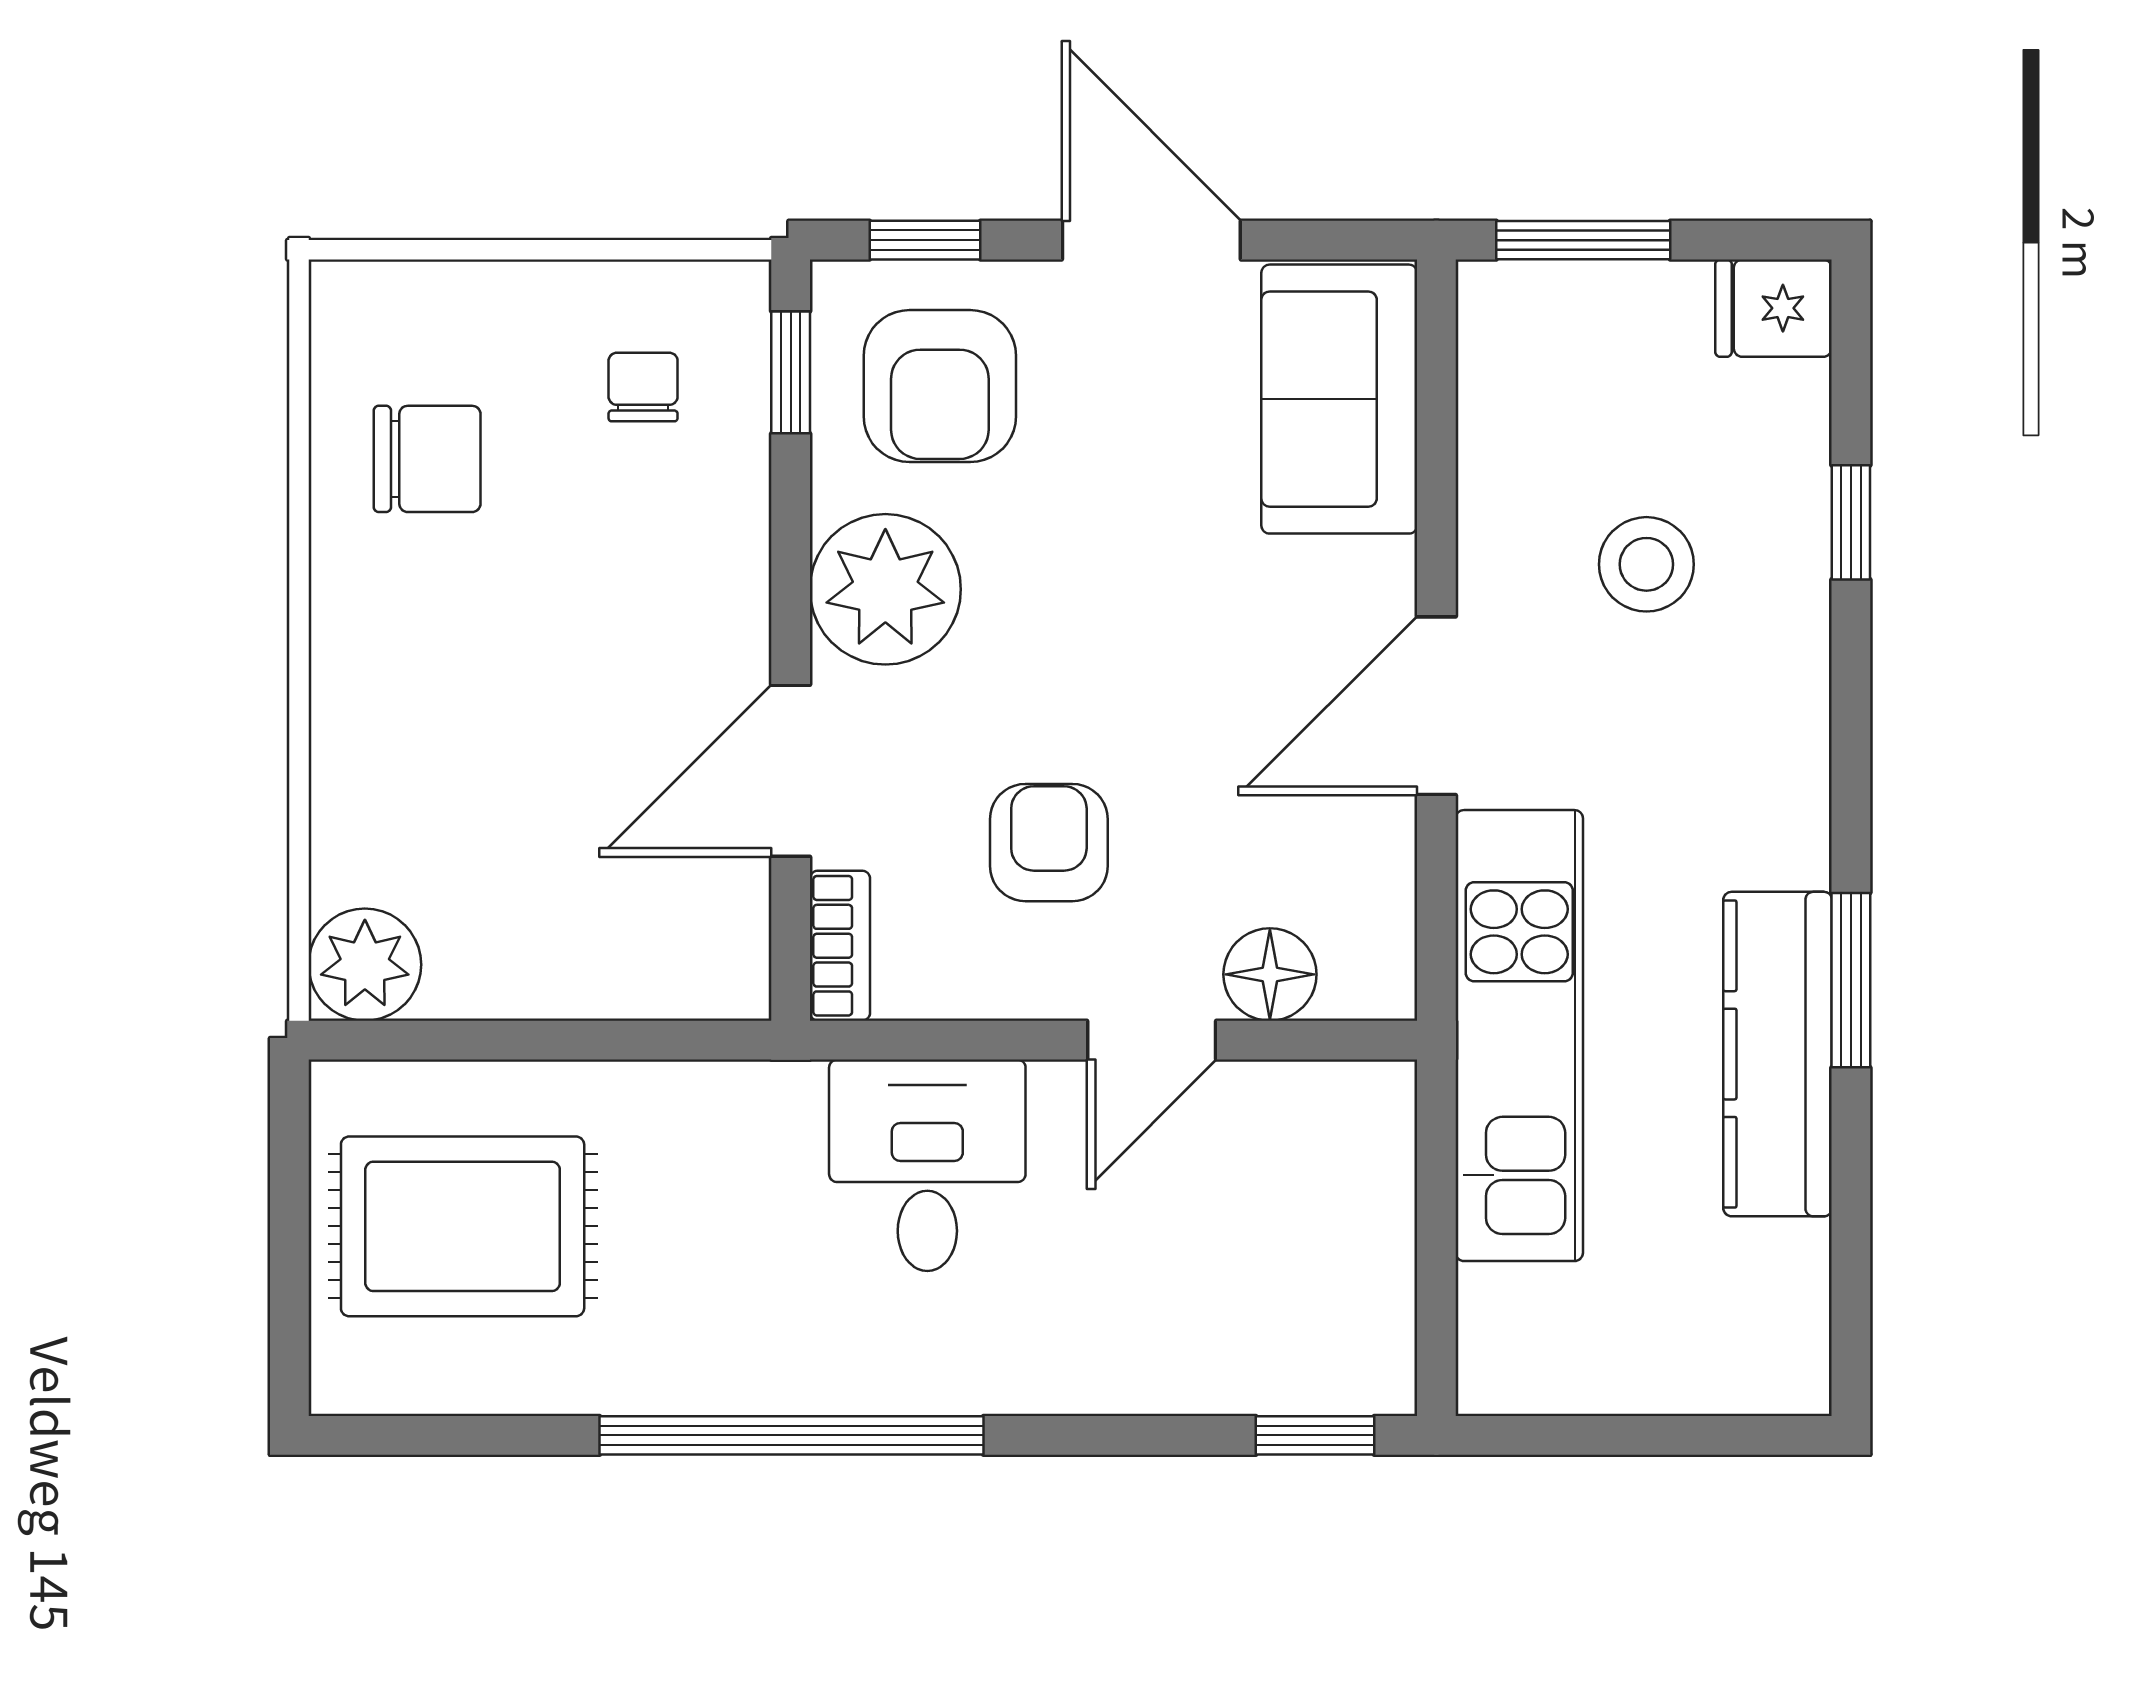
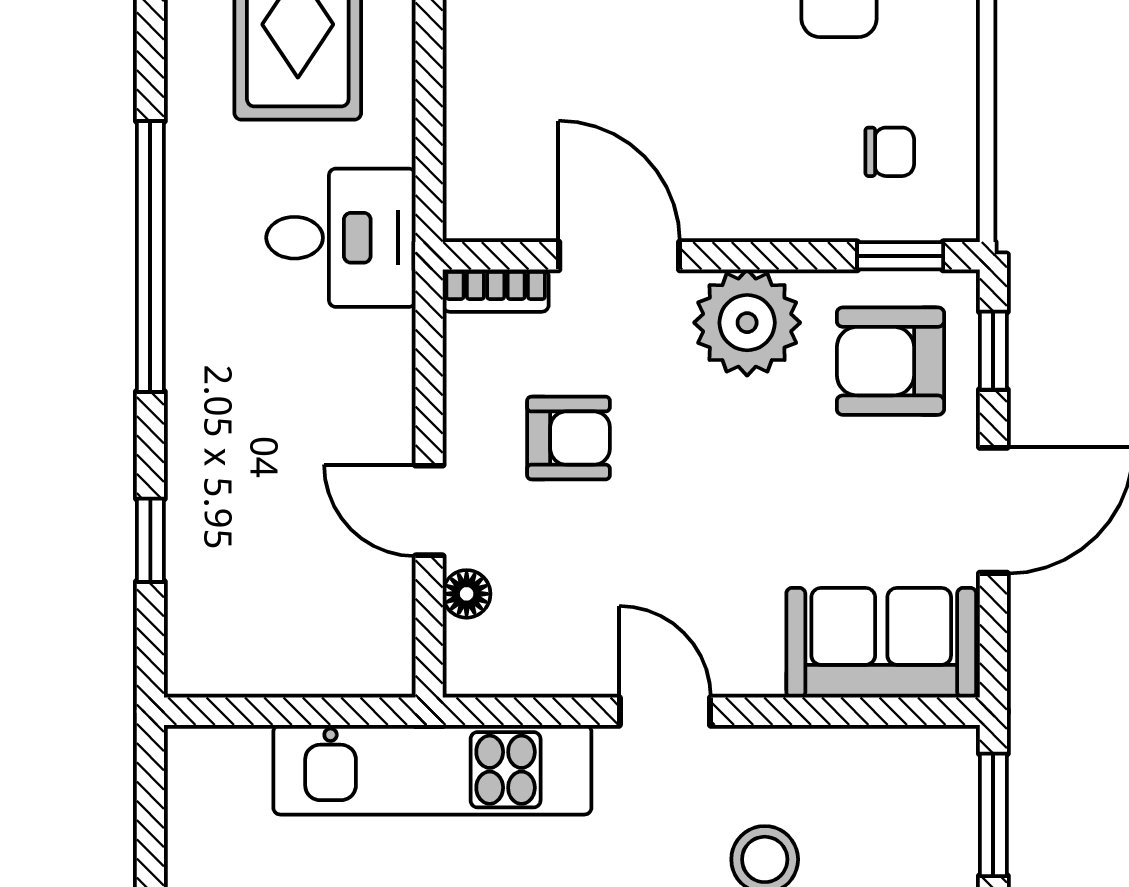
door: (1436, 706) -> (665, 711), width x0.73
floor lamp: (1270, 974) -> (467, 594), width x0.73, depth x0.73
desk: (927, 1165) -> (341, 238), moved
window: (1315, 1435) -> (150, 540), moved

